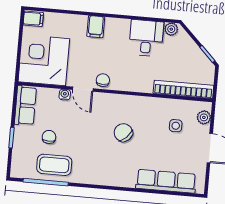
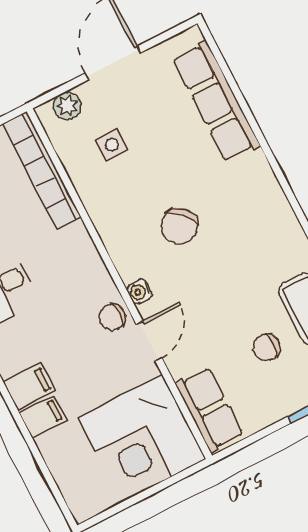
filing cabinet: (33, 19) -> (43, 417), moved, turned 90
water cooler: (65, 95) -> (139, 292), moved
row of seats: (25, 106) -> (209, 409), moved, turned 90

